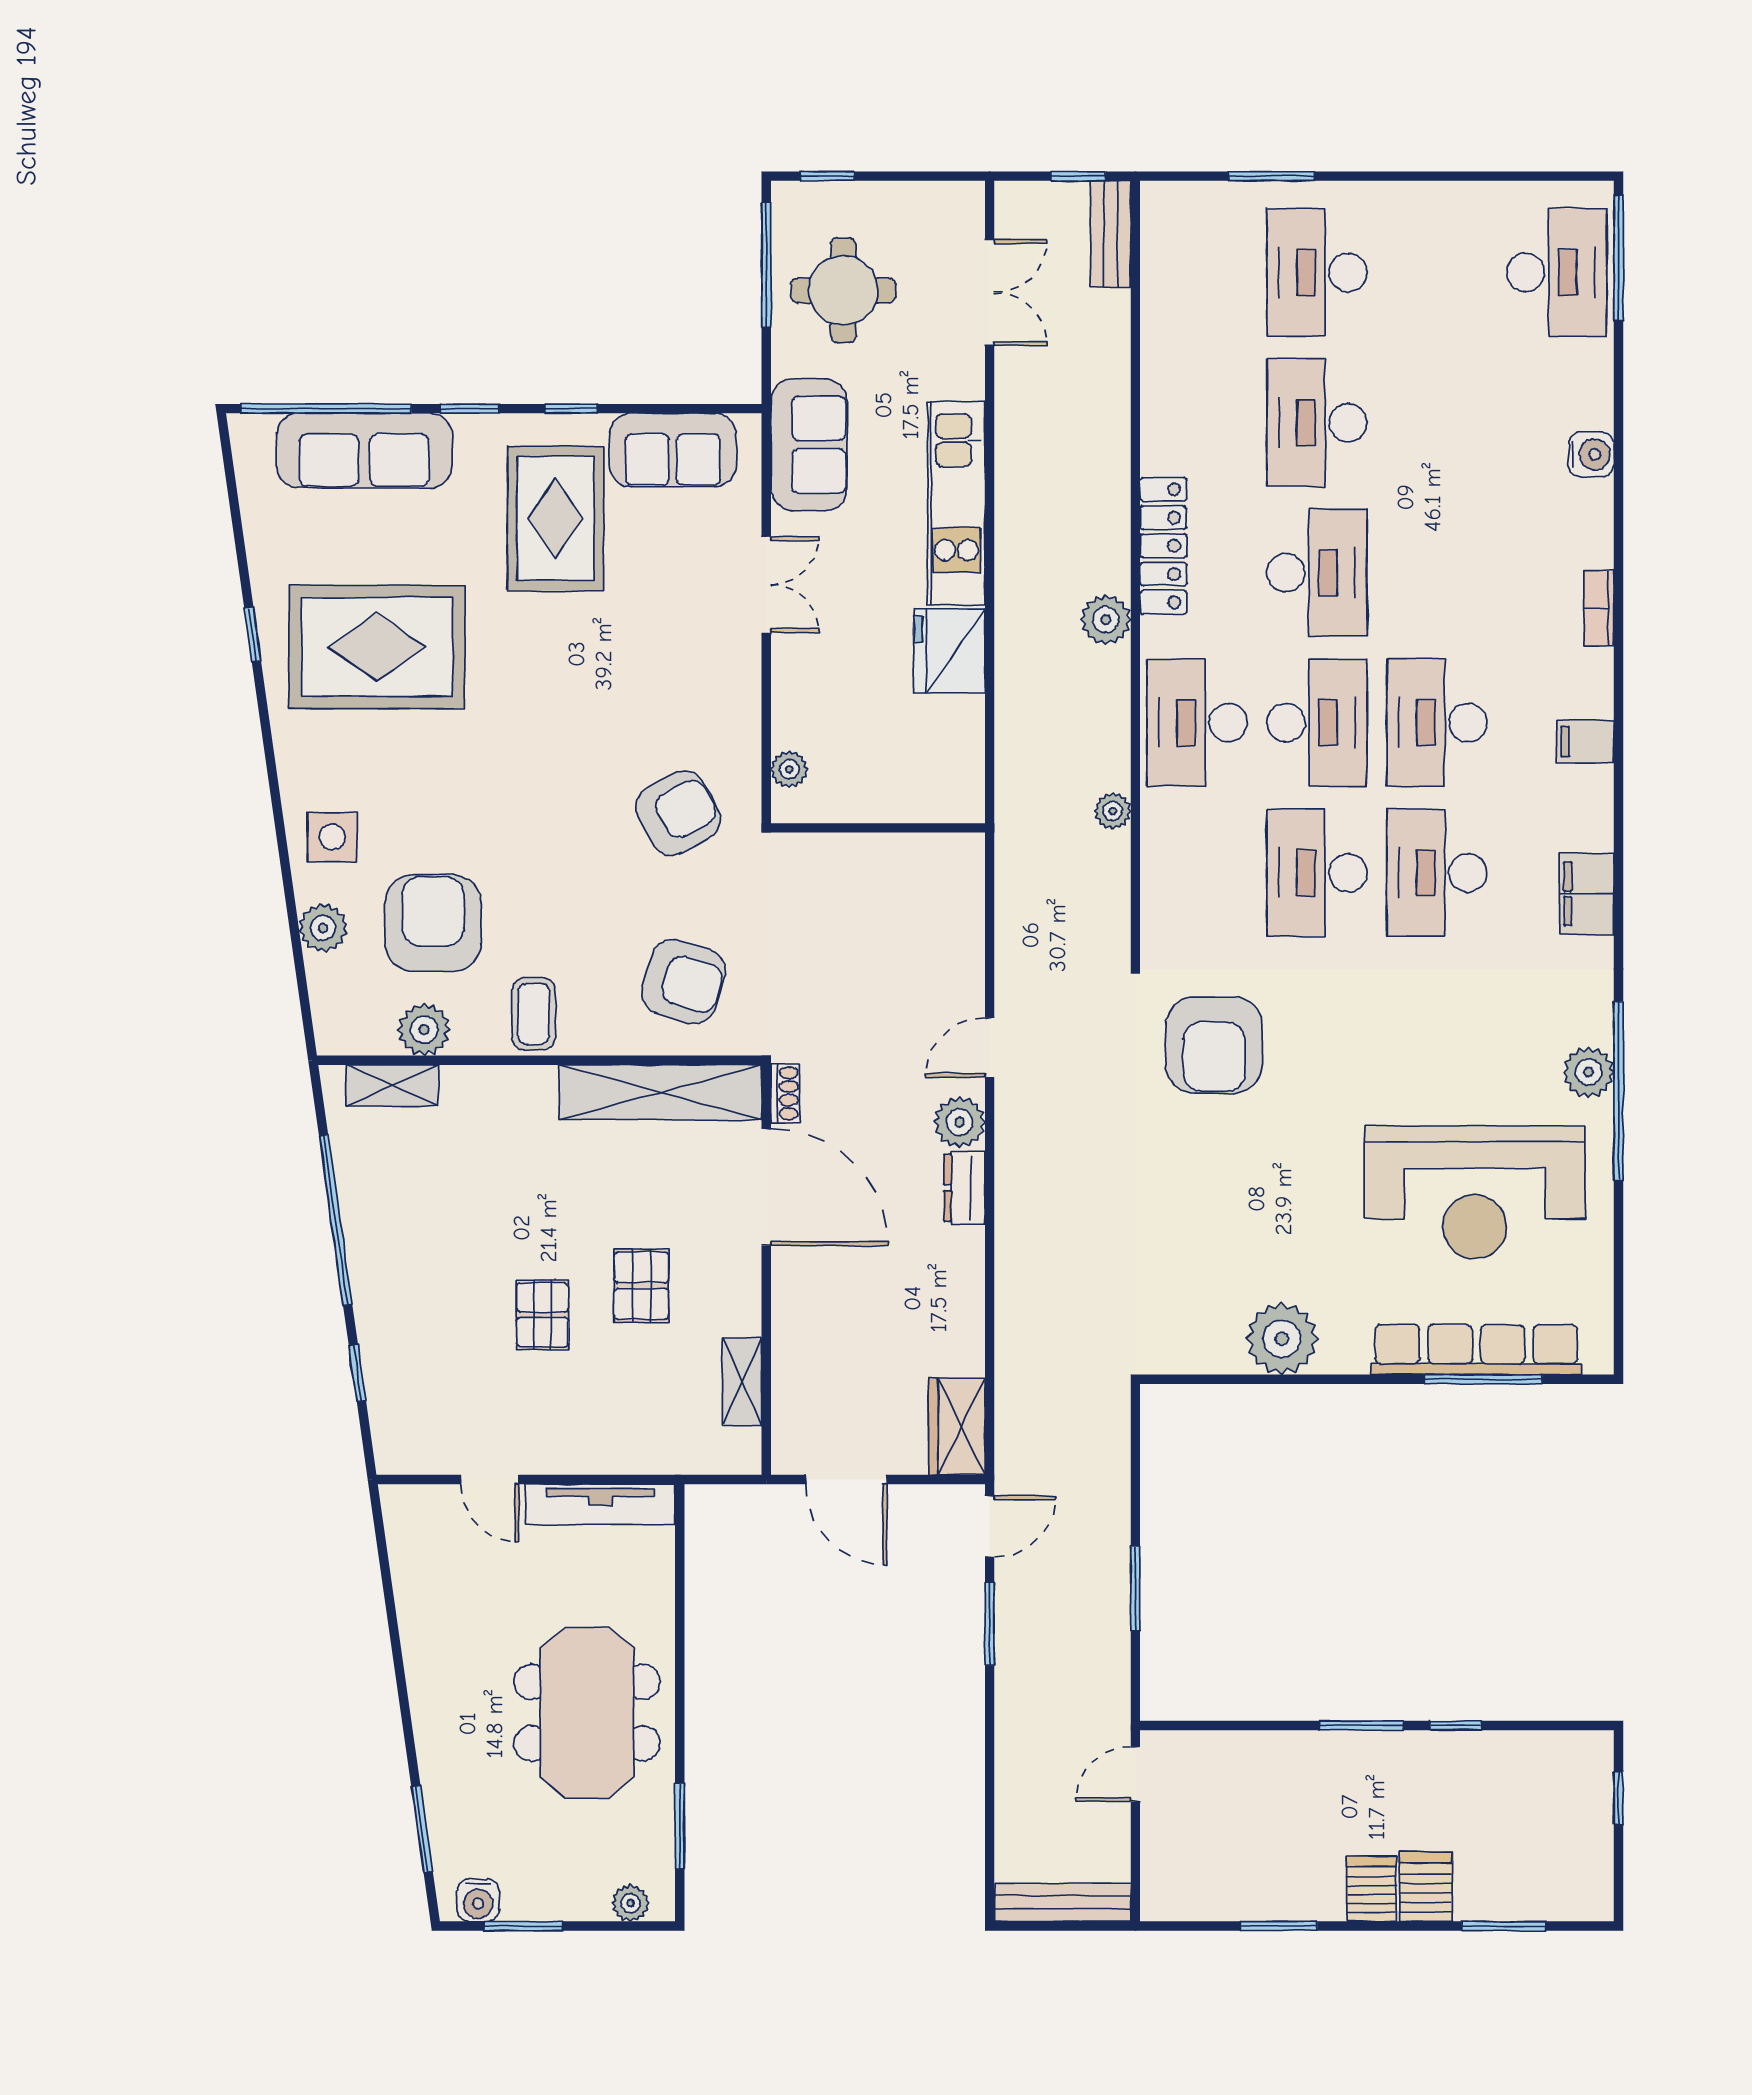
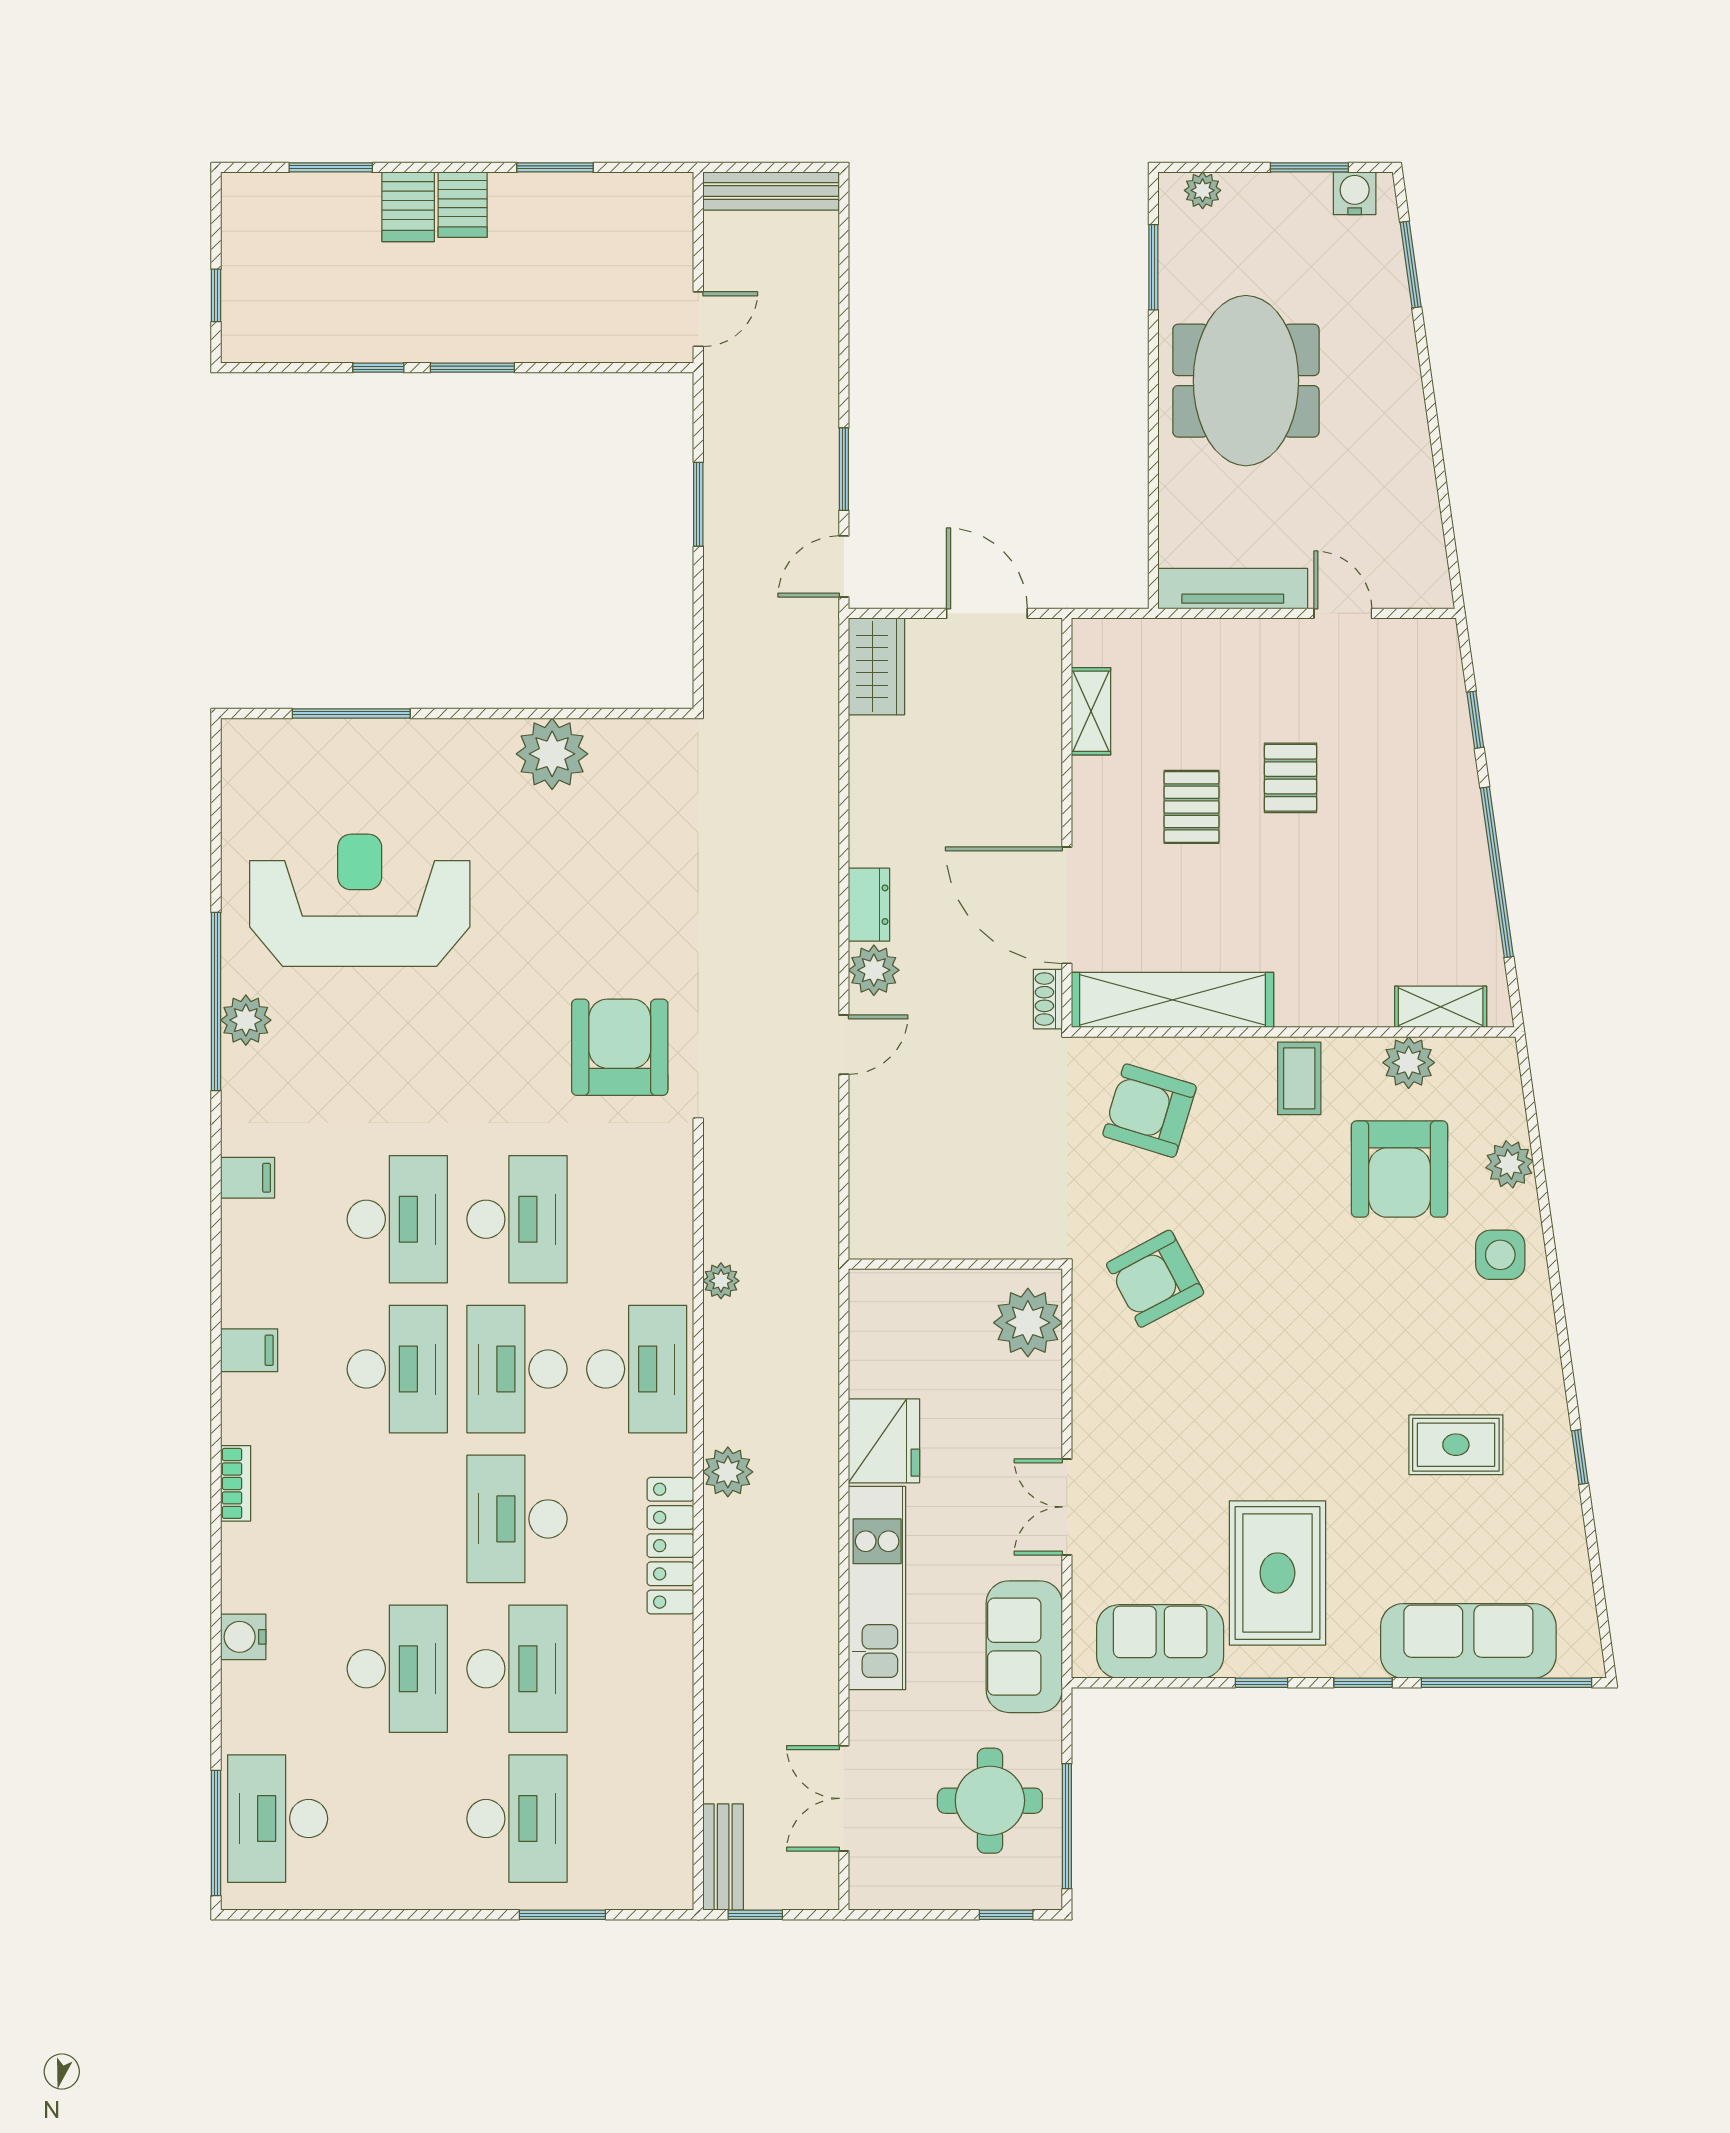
desk: (1437, 423) -> (397, 1669), added
rug: (377, 647) -> (1456, 1445), width x0.54, depth x0.49
plant: (789, 769) -> (1028, 1323), width x1.88, depth x1.88
filing cabinet: (1587, 894) -> (248, 1178), width x0.50
row of seats: (1476, 1350) -> (358, 743), removed

